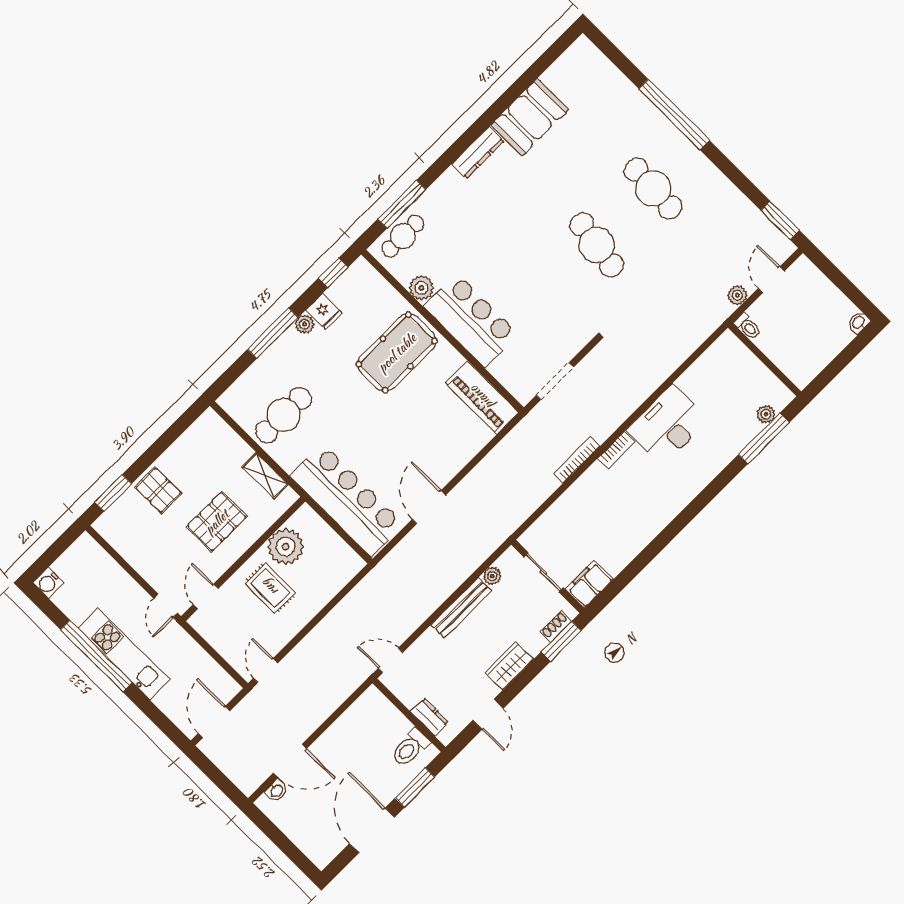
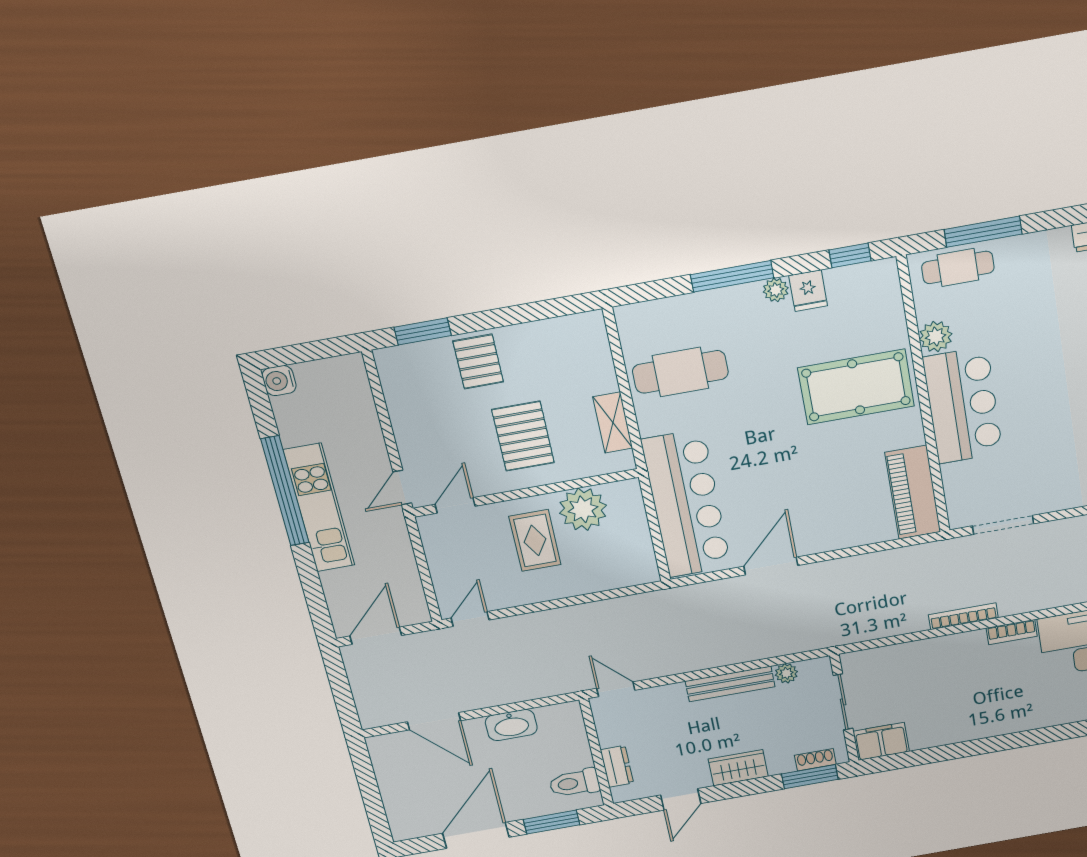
pallet: (217, 522) -> (523, 436), turned 90
washbasin: (276, 791) -> (511, 725), moved, width x1.91, depth x1.45

